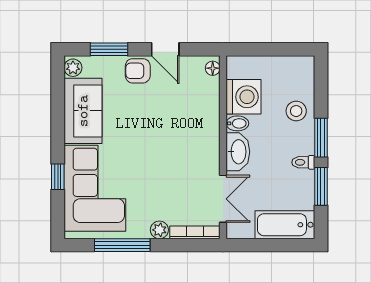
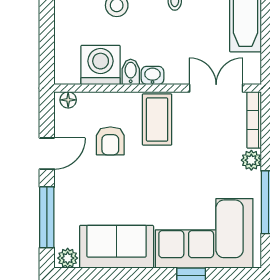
window: (109, 49) -> (47, 217), width x1.44
armchair: (138, 71) -> (110, 141), moved
coffee table: (195, 147) -> (157, 120), added
washbasin: (238, 152) -> (153, 75), width x0.52, depth x0.69

